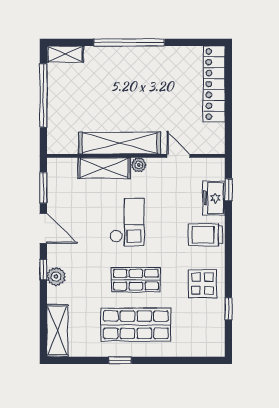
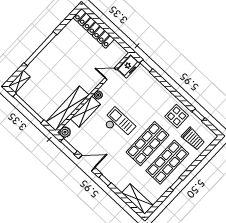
shelving: (120, 143) -> (68, 108), moved
freezer: (214, 198) -> (128, 66), moved, turned -90
trolley: (206, 235) -> (193, 139), moved, turned -90
plant: (56, 277) -> (65, 132), moved
shop shelf: (136, 280) -> (147, 144), width x1.43, depth x1.36

